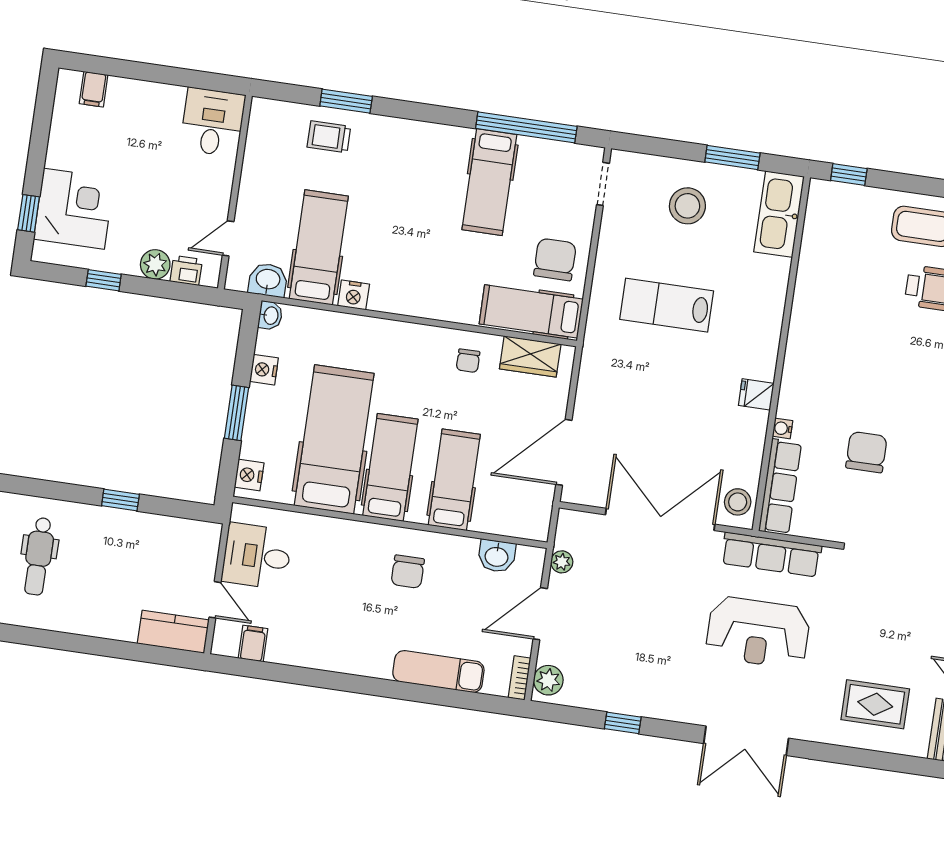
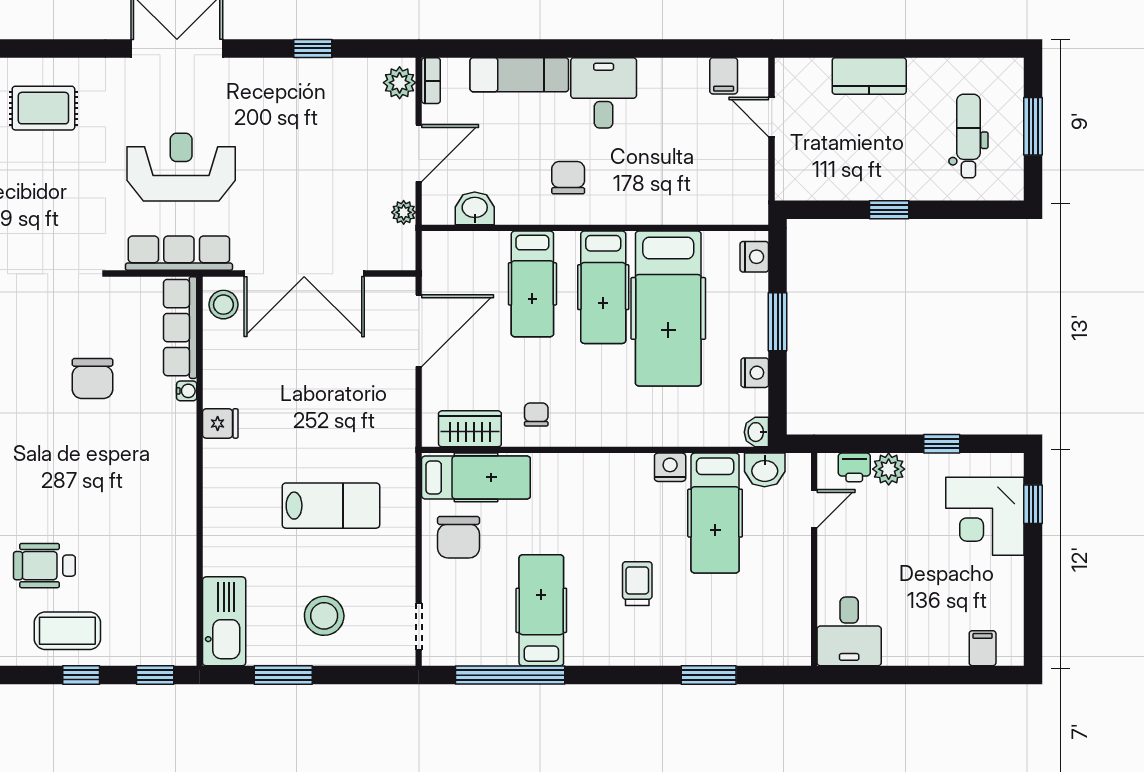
trolley: (329, 137) -> (637, 584), moved, turned -90
window: (916, 184) -> (81, 675), added
desk: (257, 556) -> (604, 93), moved, turned -90
kitchen counter: (173, 632) -> (869, 76), moved

